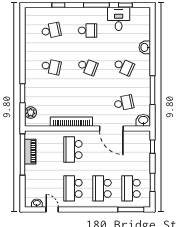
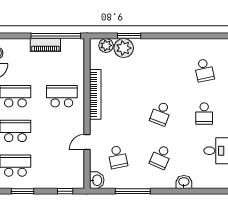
school desk: (51, 67) -> (161, 70), removed
plant: (33, 98) -> (124, 48), added
door: (111, 128) -> (87, 142), width x0.53
piano: (30, 152) -> (45, 45), moved

